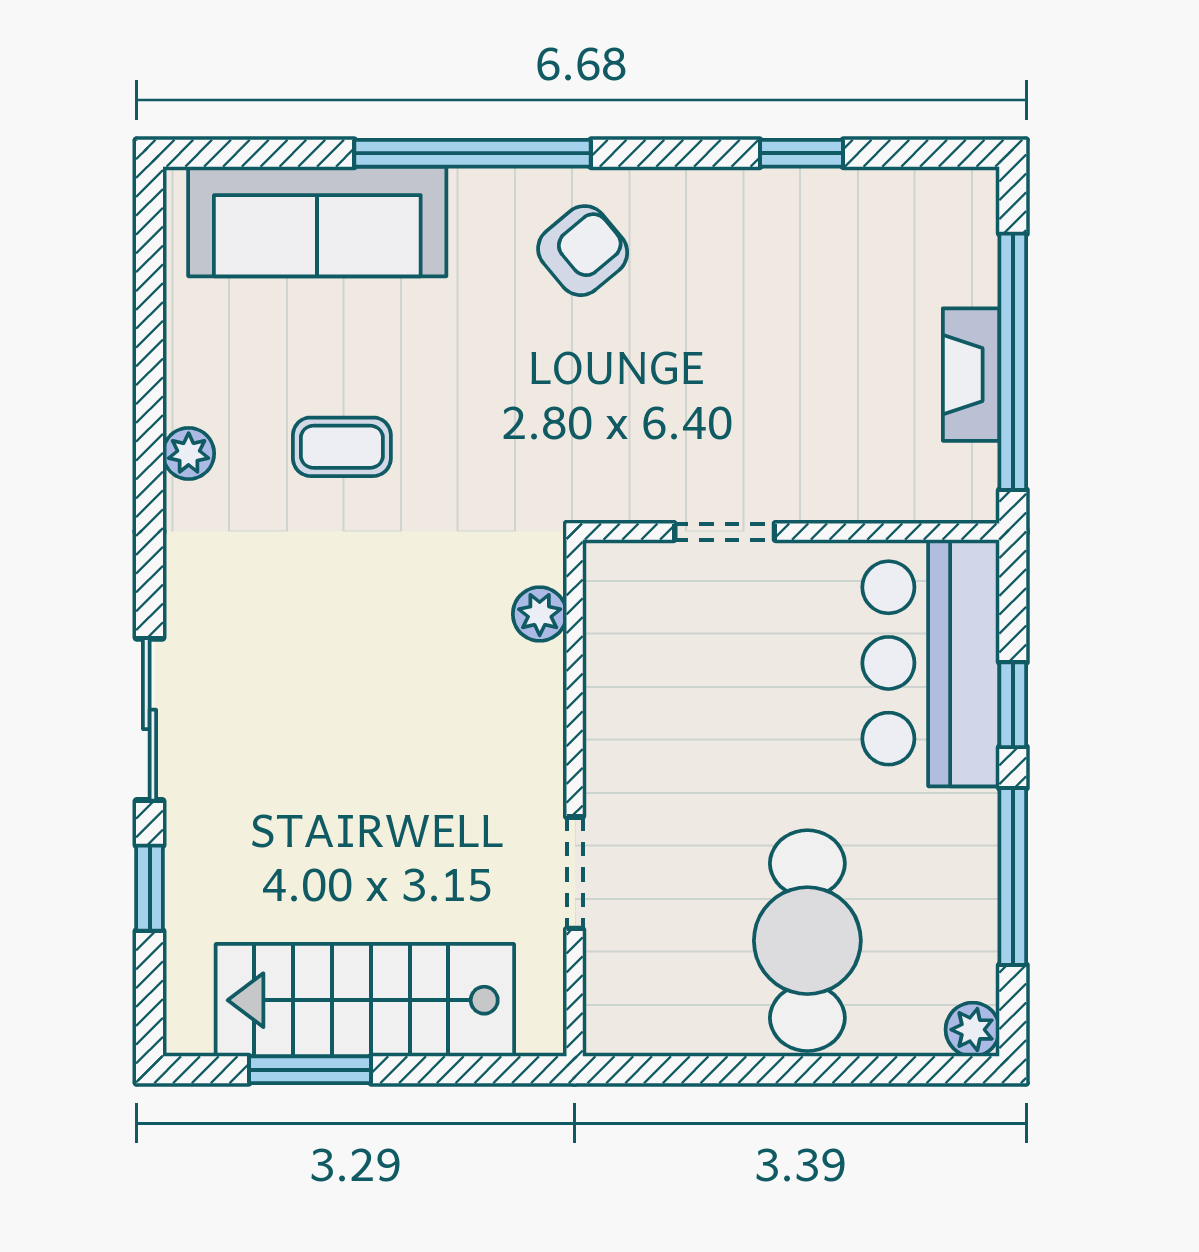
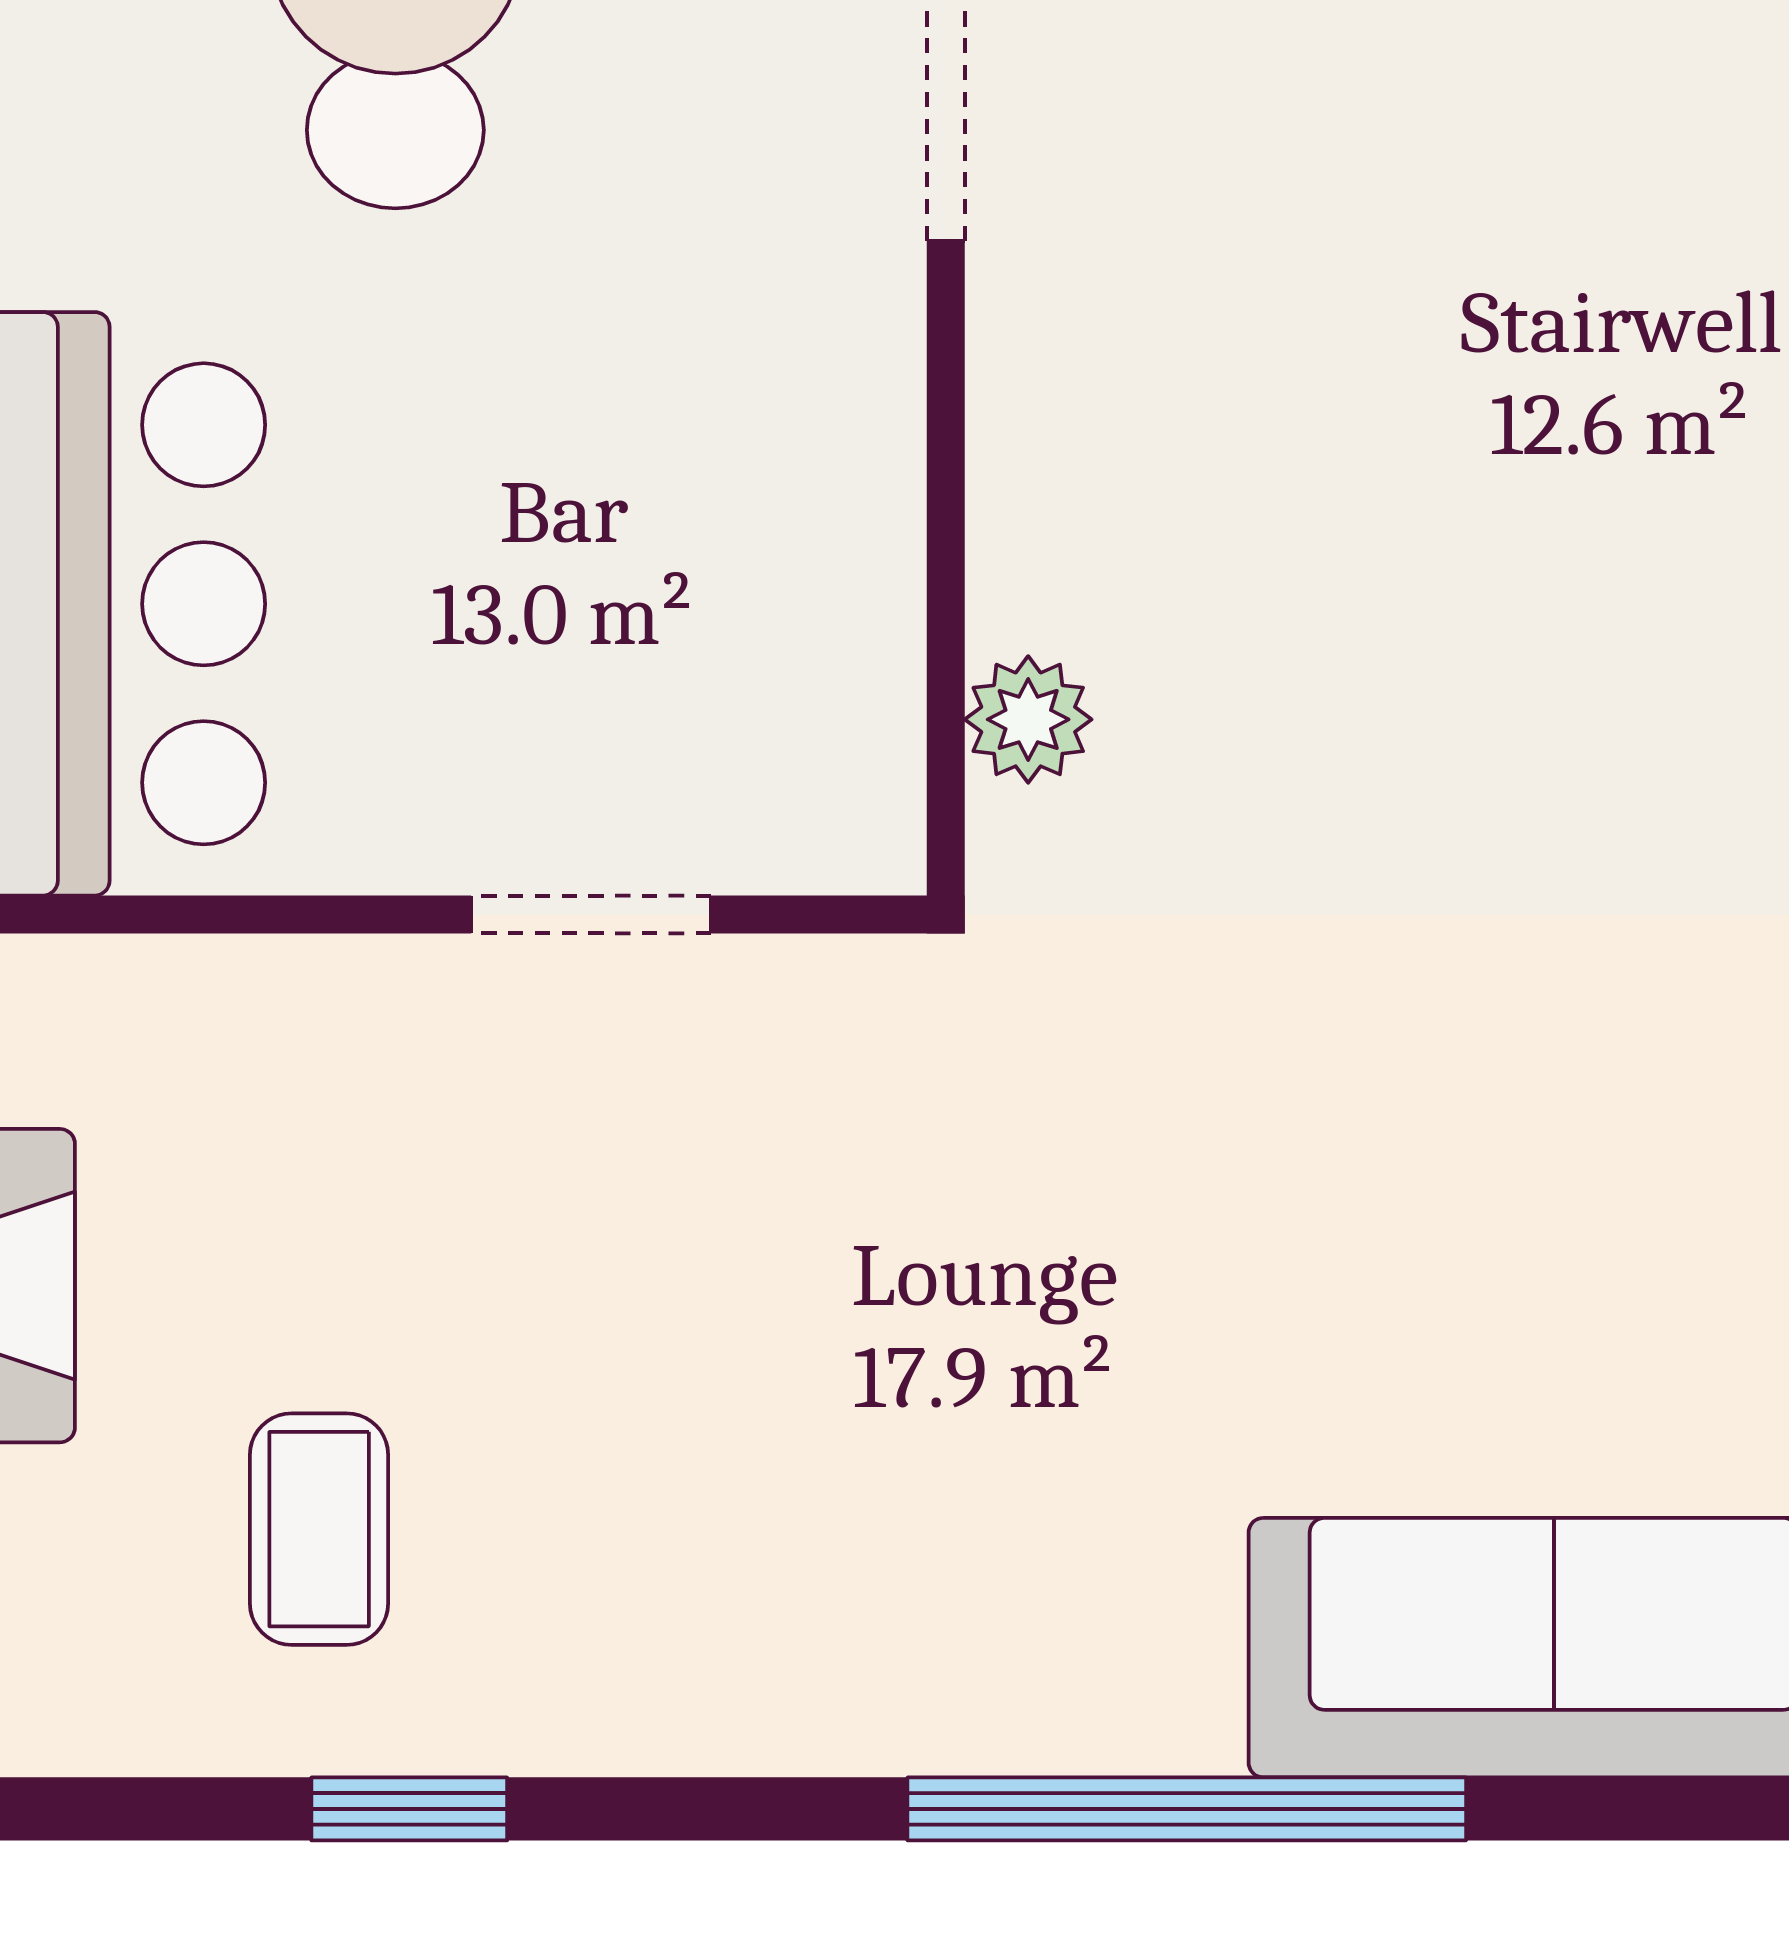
armchair: (583, 251) -> (926, 1579), removed
coffee table: (342, 447) -> (319, 1529), moved, turned 90

